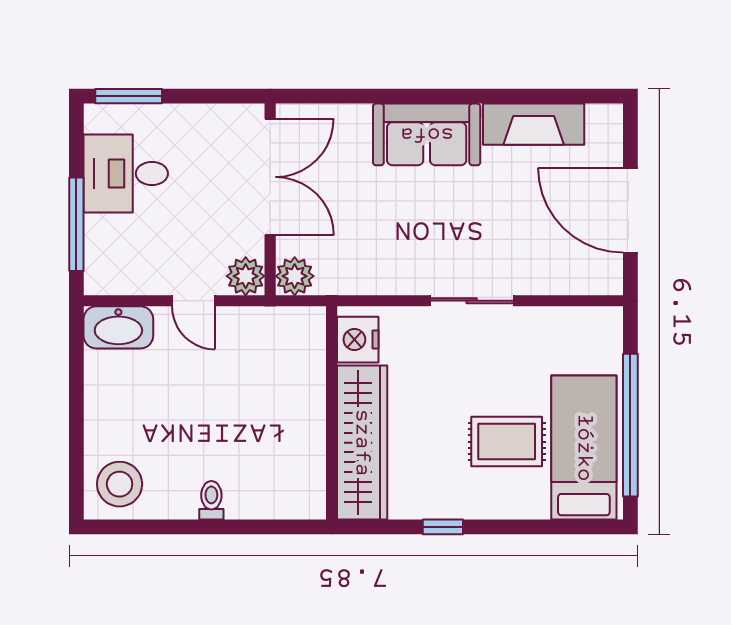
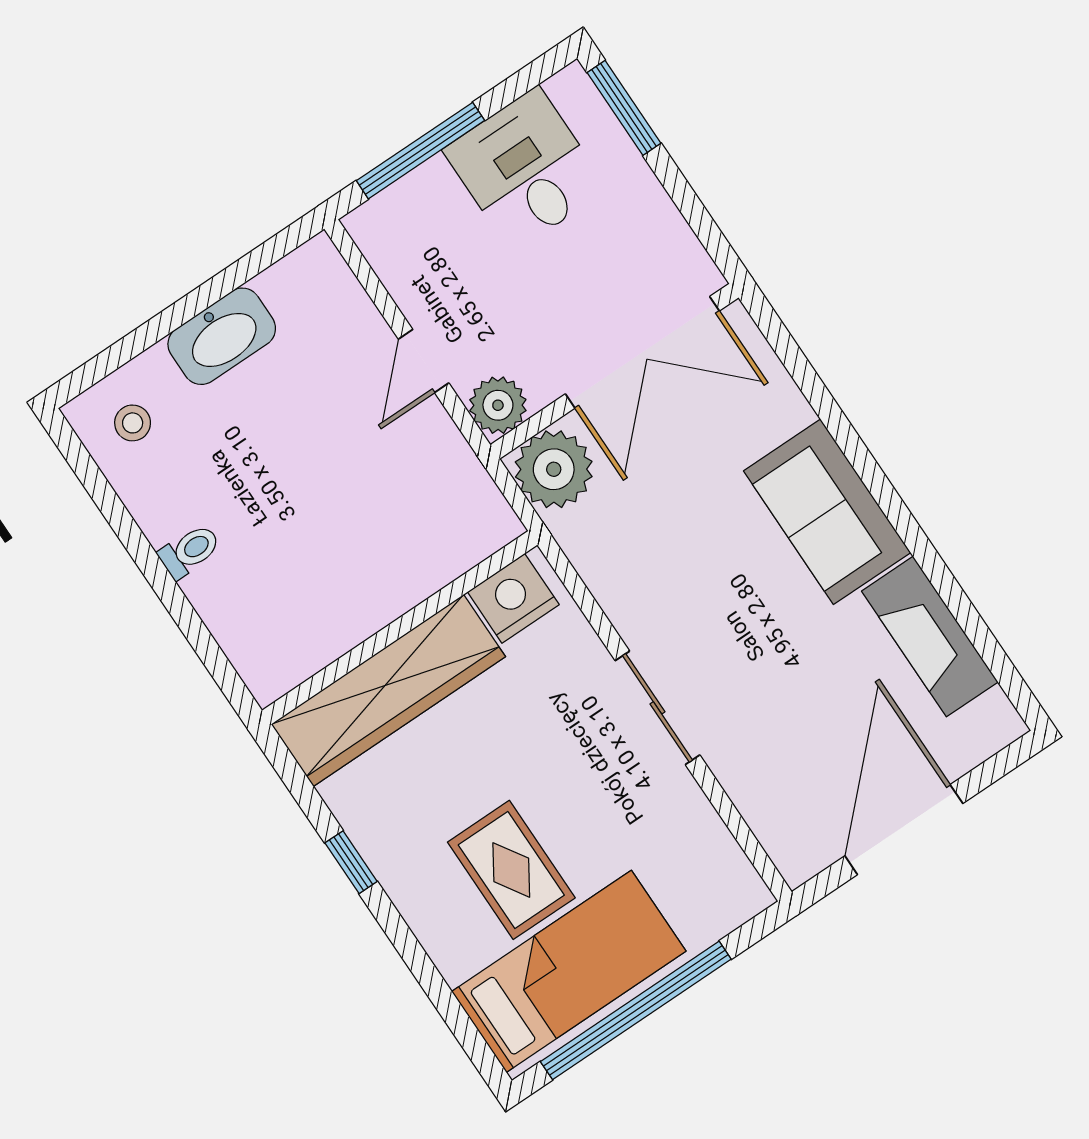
plant: (295, 276) -> (554, 469), width x1.36, depth x1.36
washbasin: (118, 327) -> (222, 336), moved, turned -90
stool: (120, 484) -> (133, 423), width x0.53, depth x0.53

